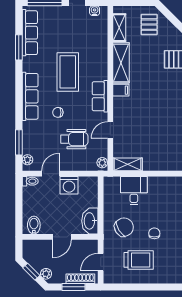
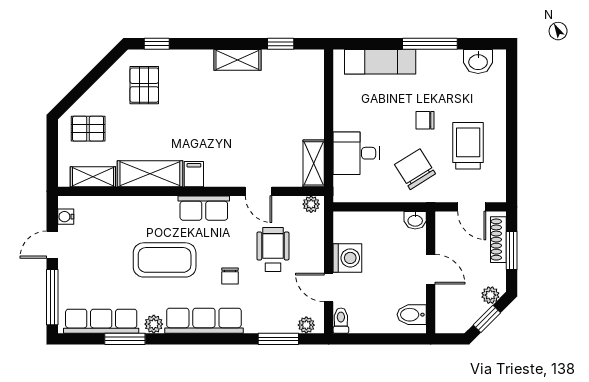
plant: (28, 65) -> (154, 324), added
washbasin: (90, 221) -> (415, 220), width x0.52, depth x0.69

